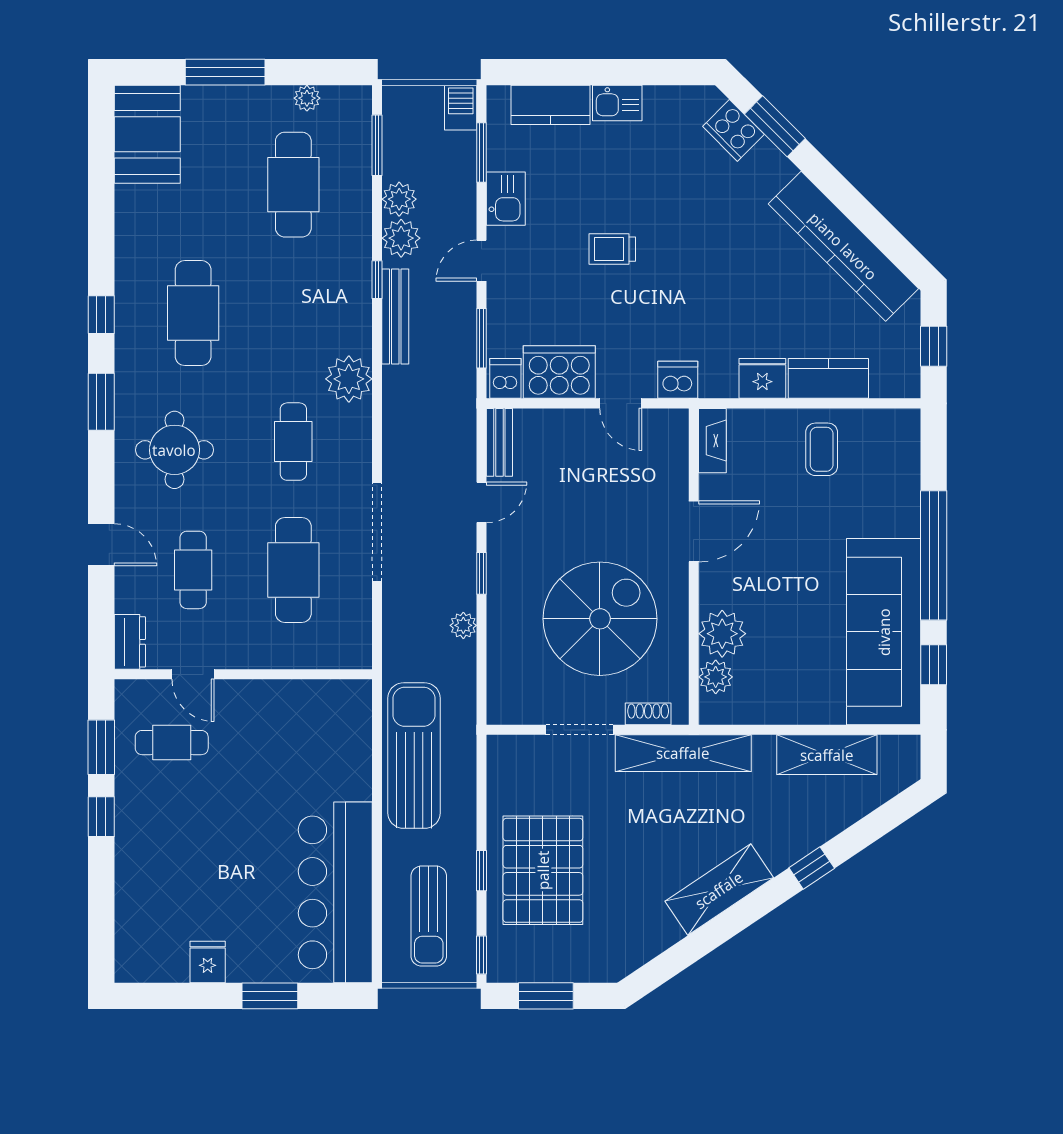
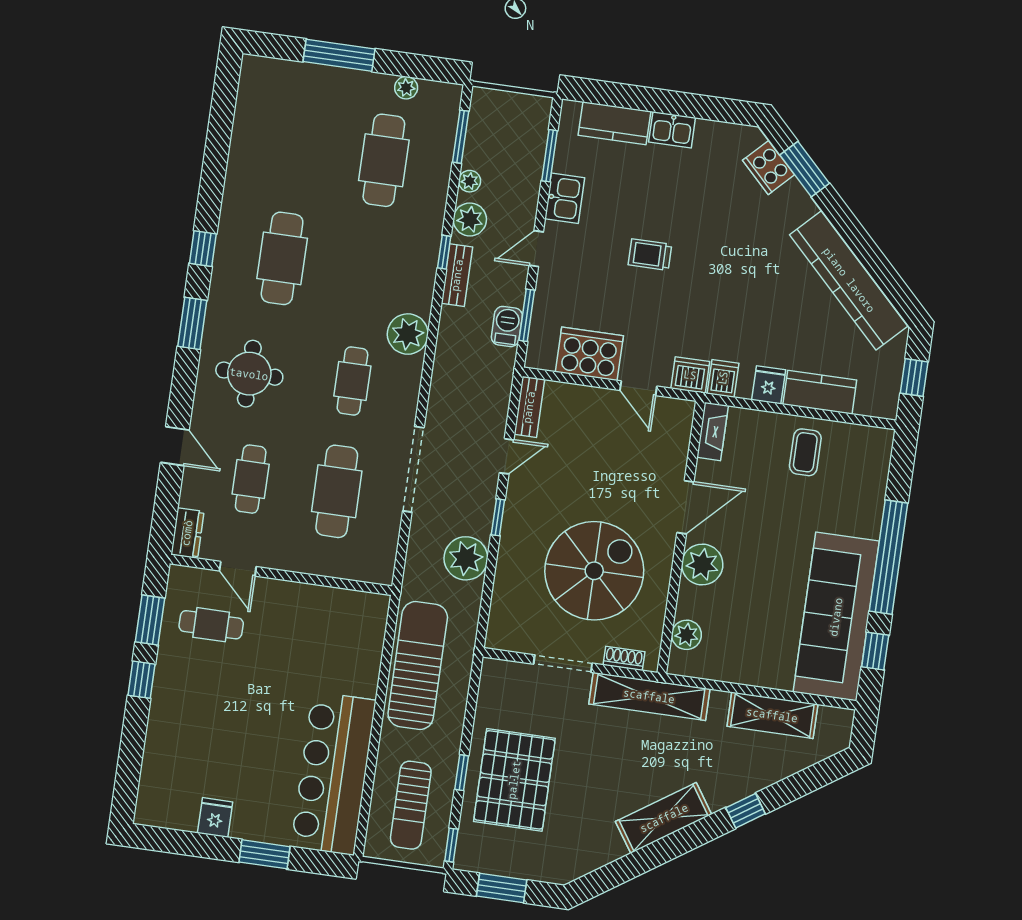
barbecue: (461, 108) -> (507, 326), moved
booth: (147, 134) -> (265, 99), removed
plant: (399, 199) -> (470, 181), width x0.73, depth x0.73
bench: (395, 316) -> (457, 275), width x0.73
dishwasher: (505, 378) -> (723, 378), moved
fridge: (762, 378) -> (769, 385), width x0.72
plant: (463, 625) -> (466, 558), width x1.87, depth x1.87
plant: (722, 634) -> (702, 564), moved

